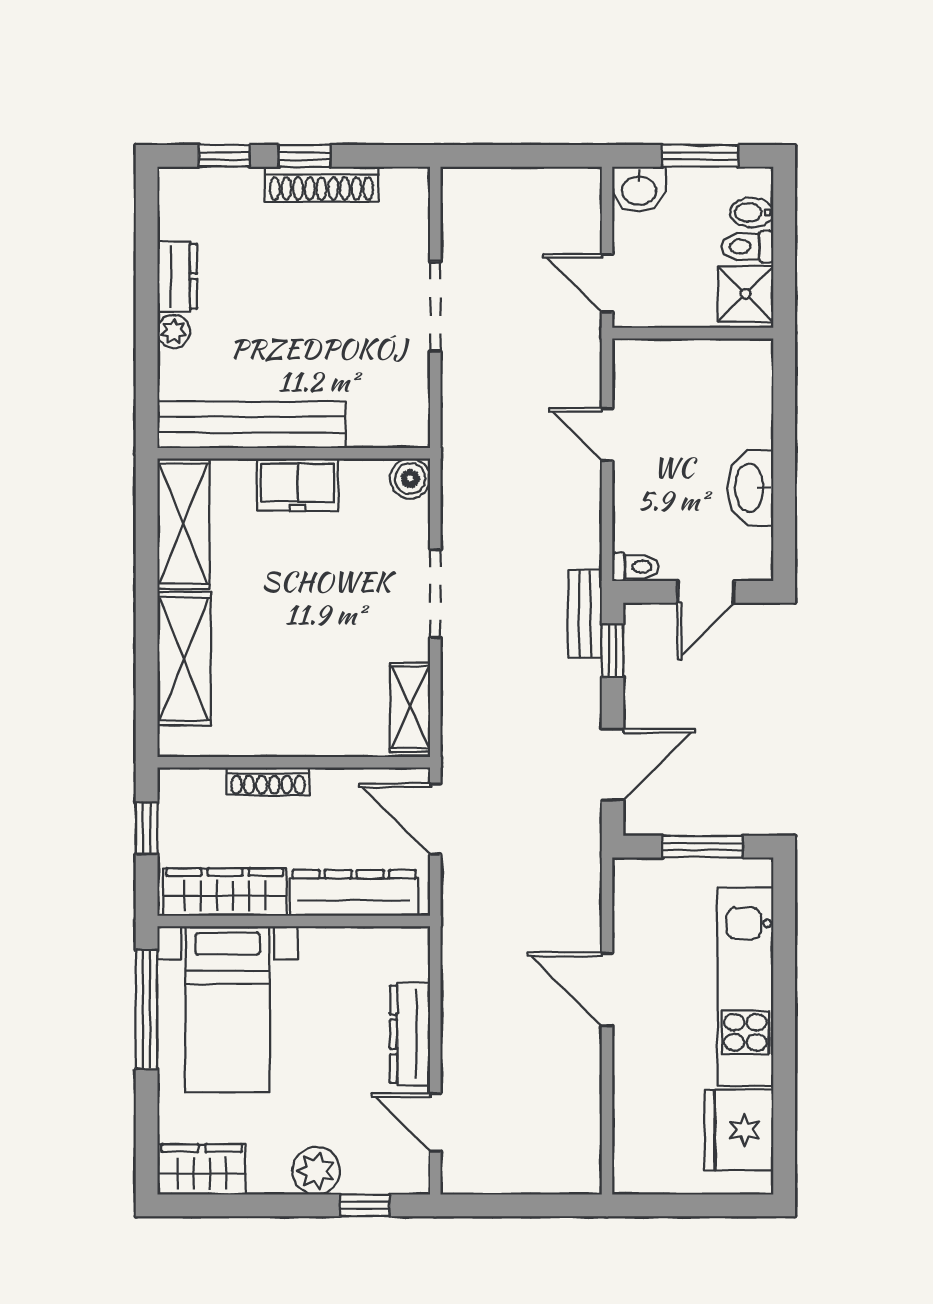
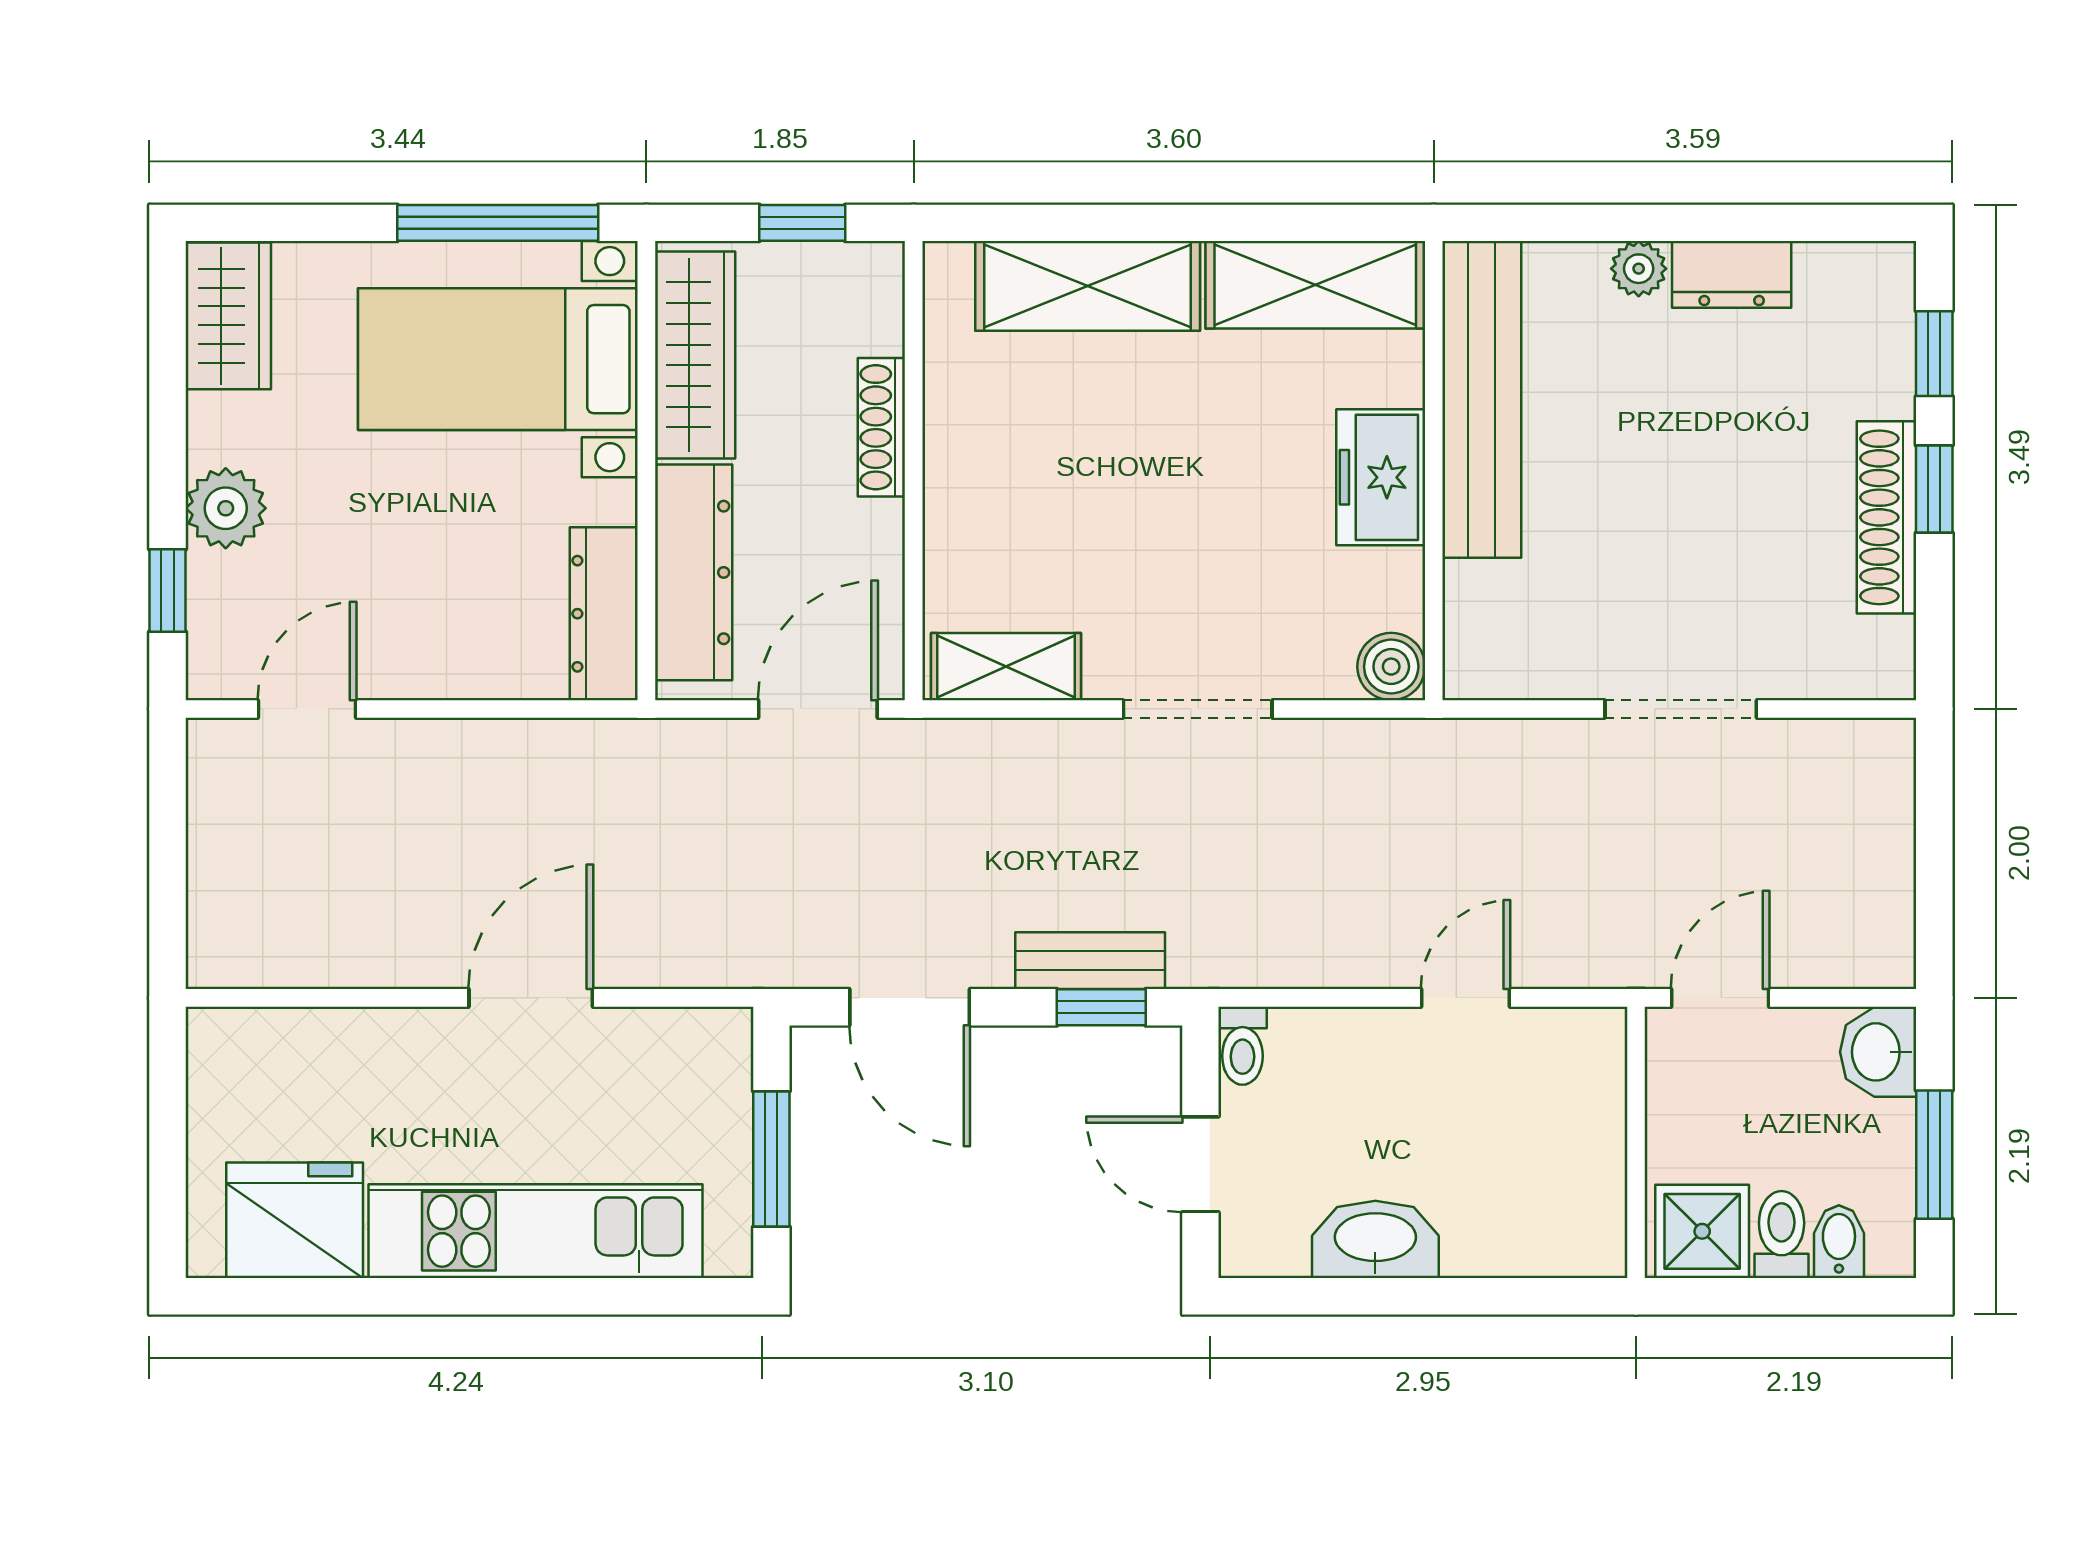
bench: (585, 614) -> (1090, 961), moved
dresser: (410, 1034) -> (604, 614), moved, turned -90

